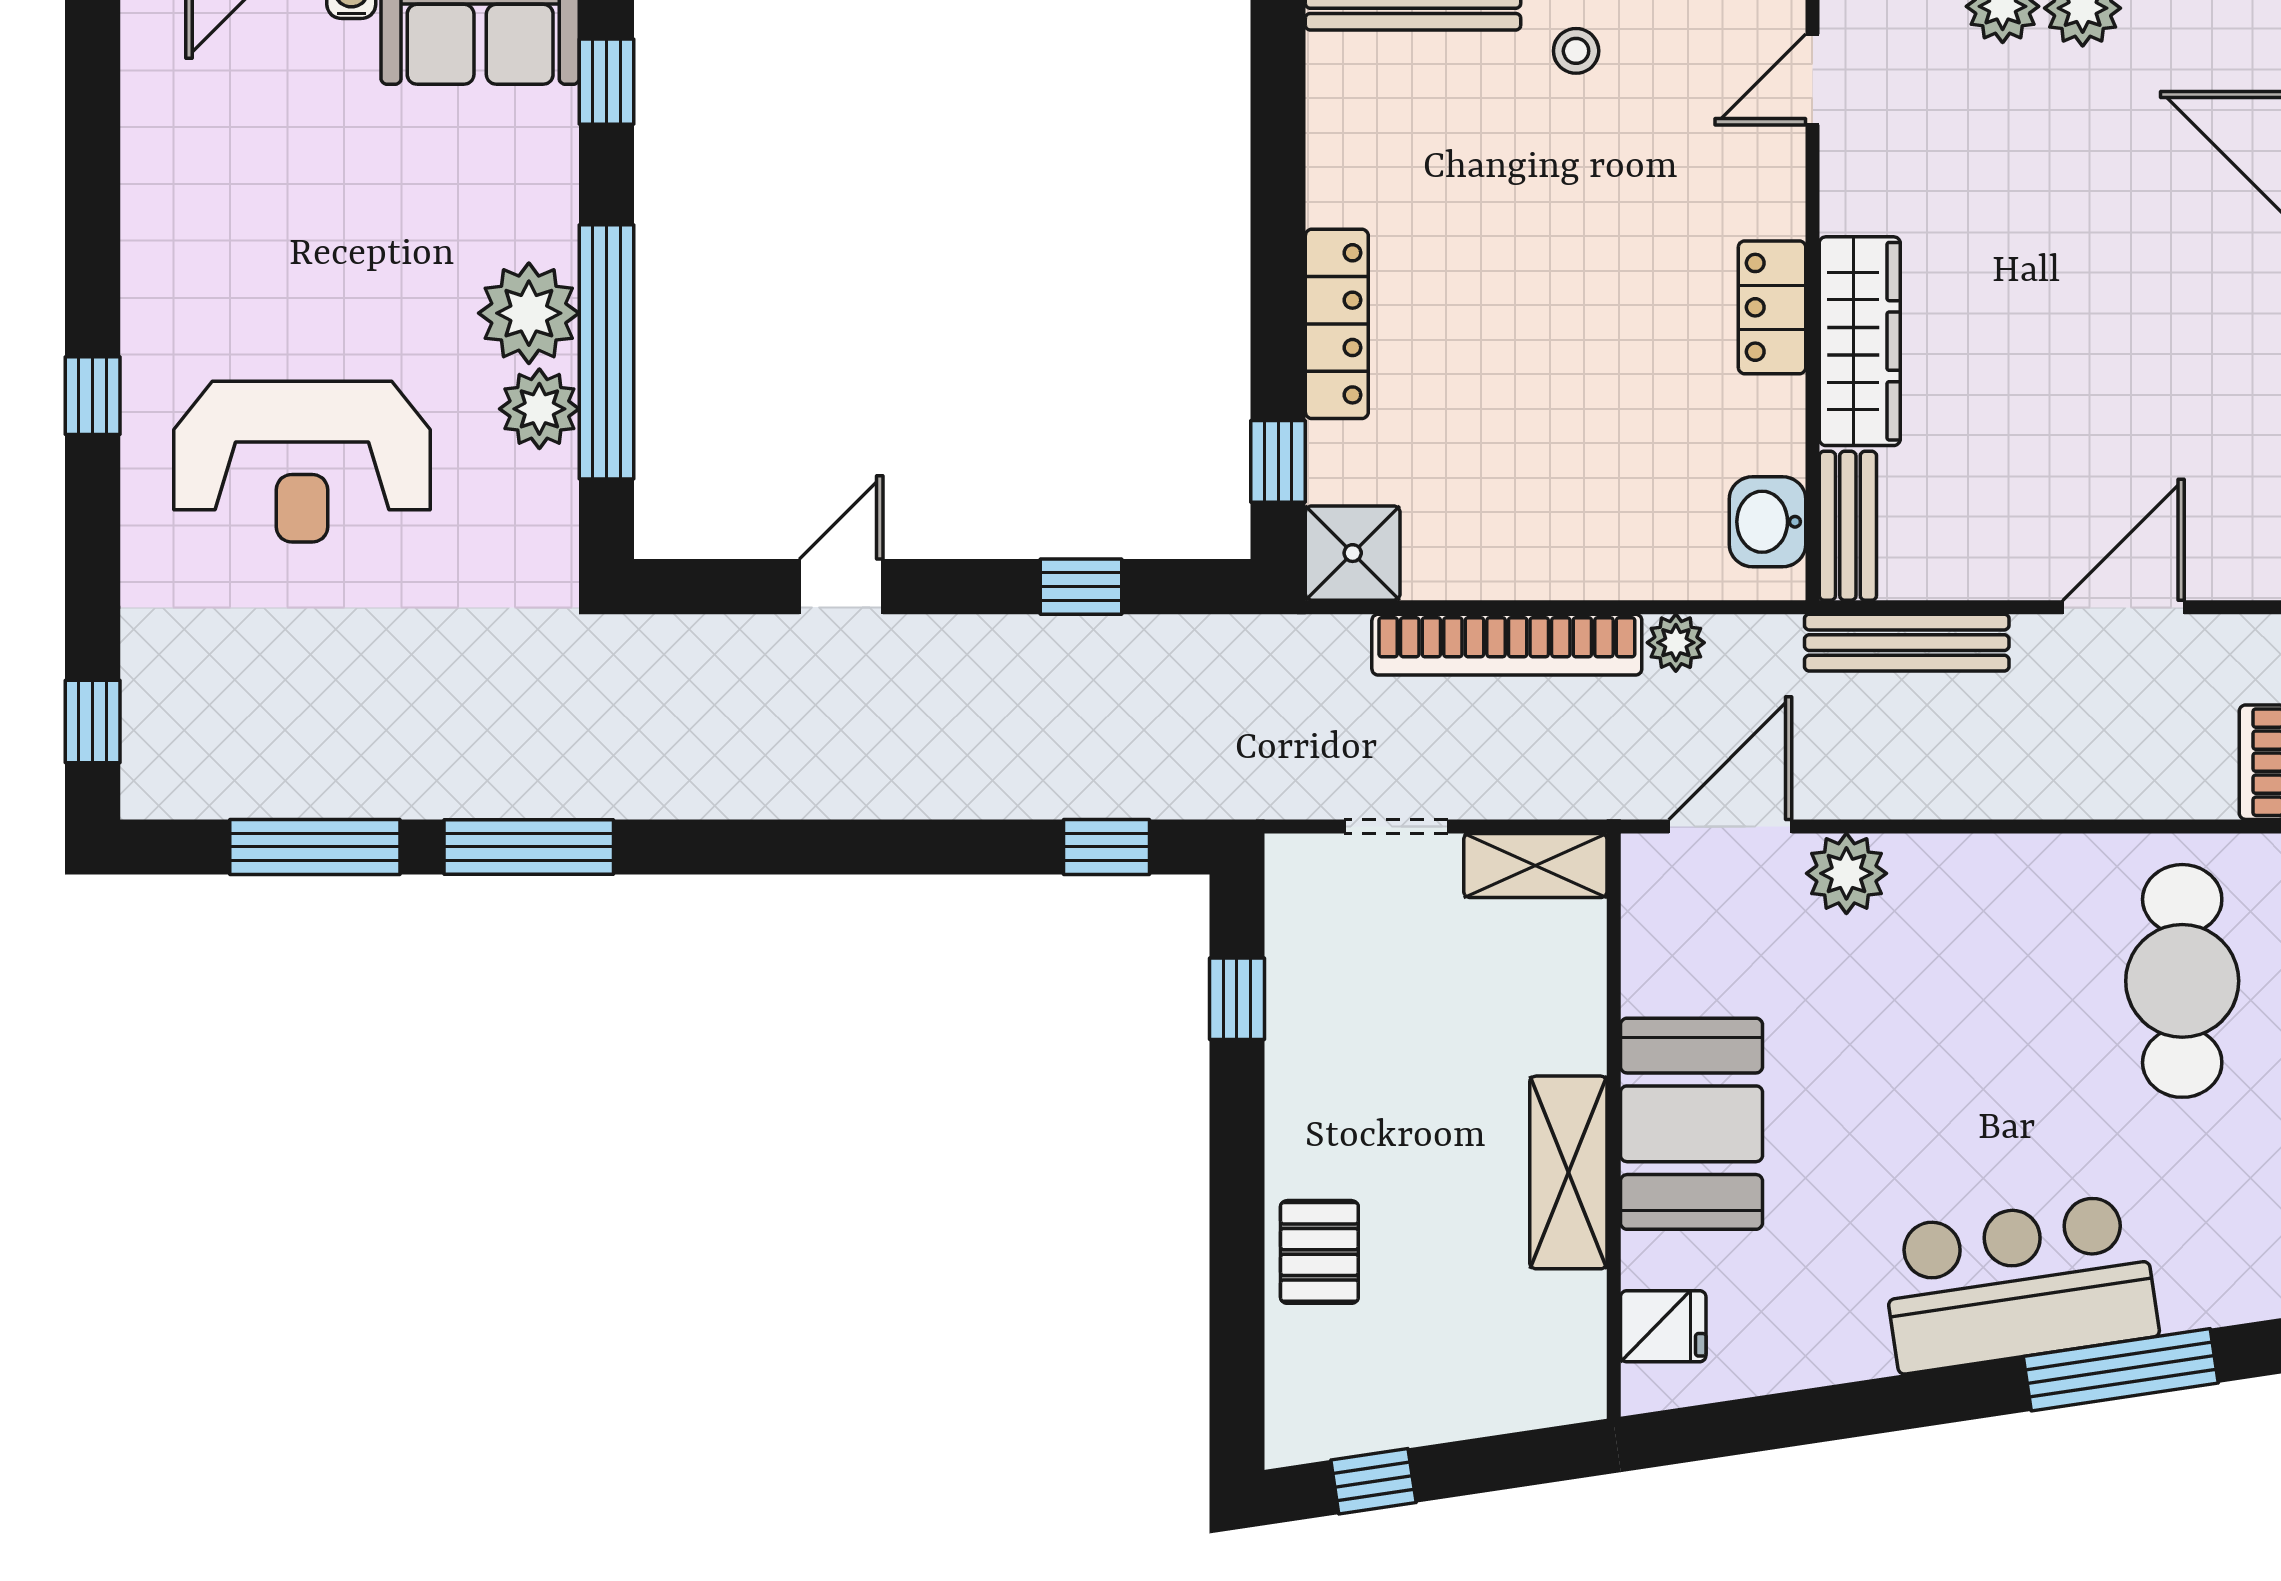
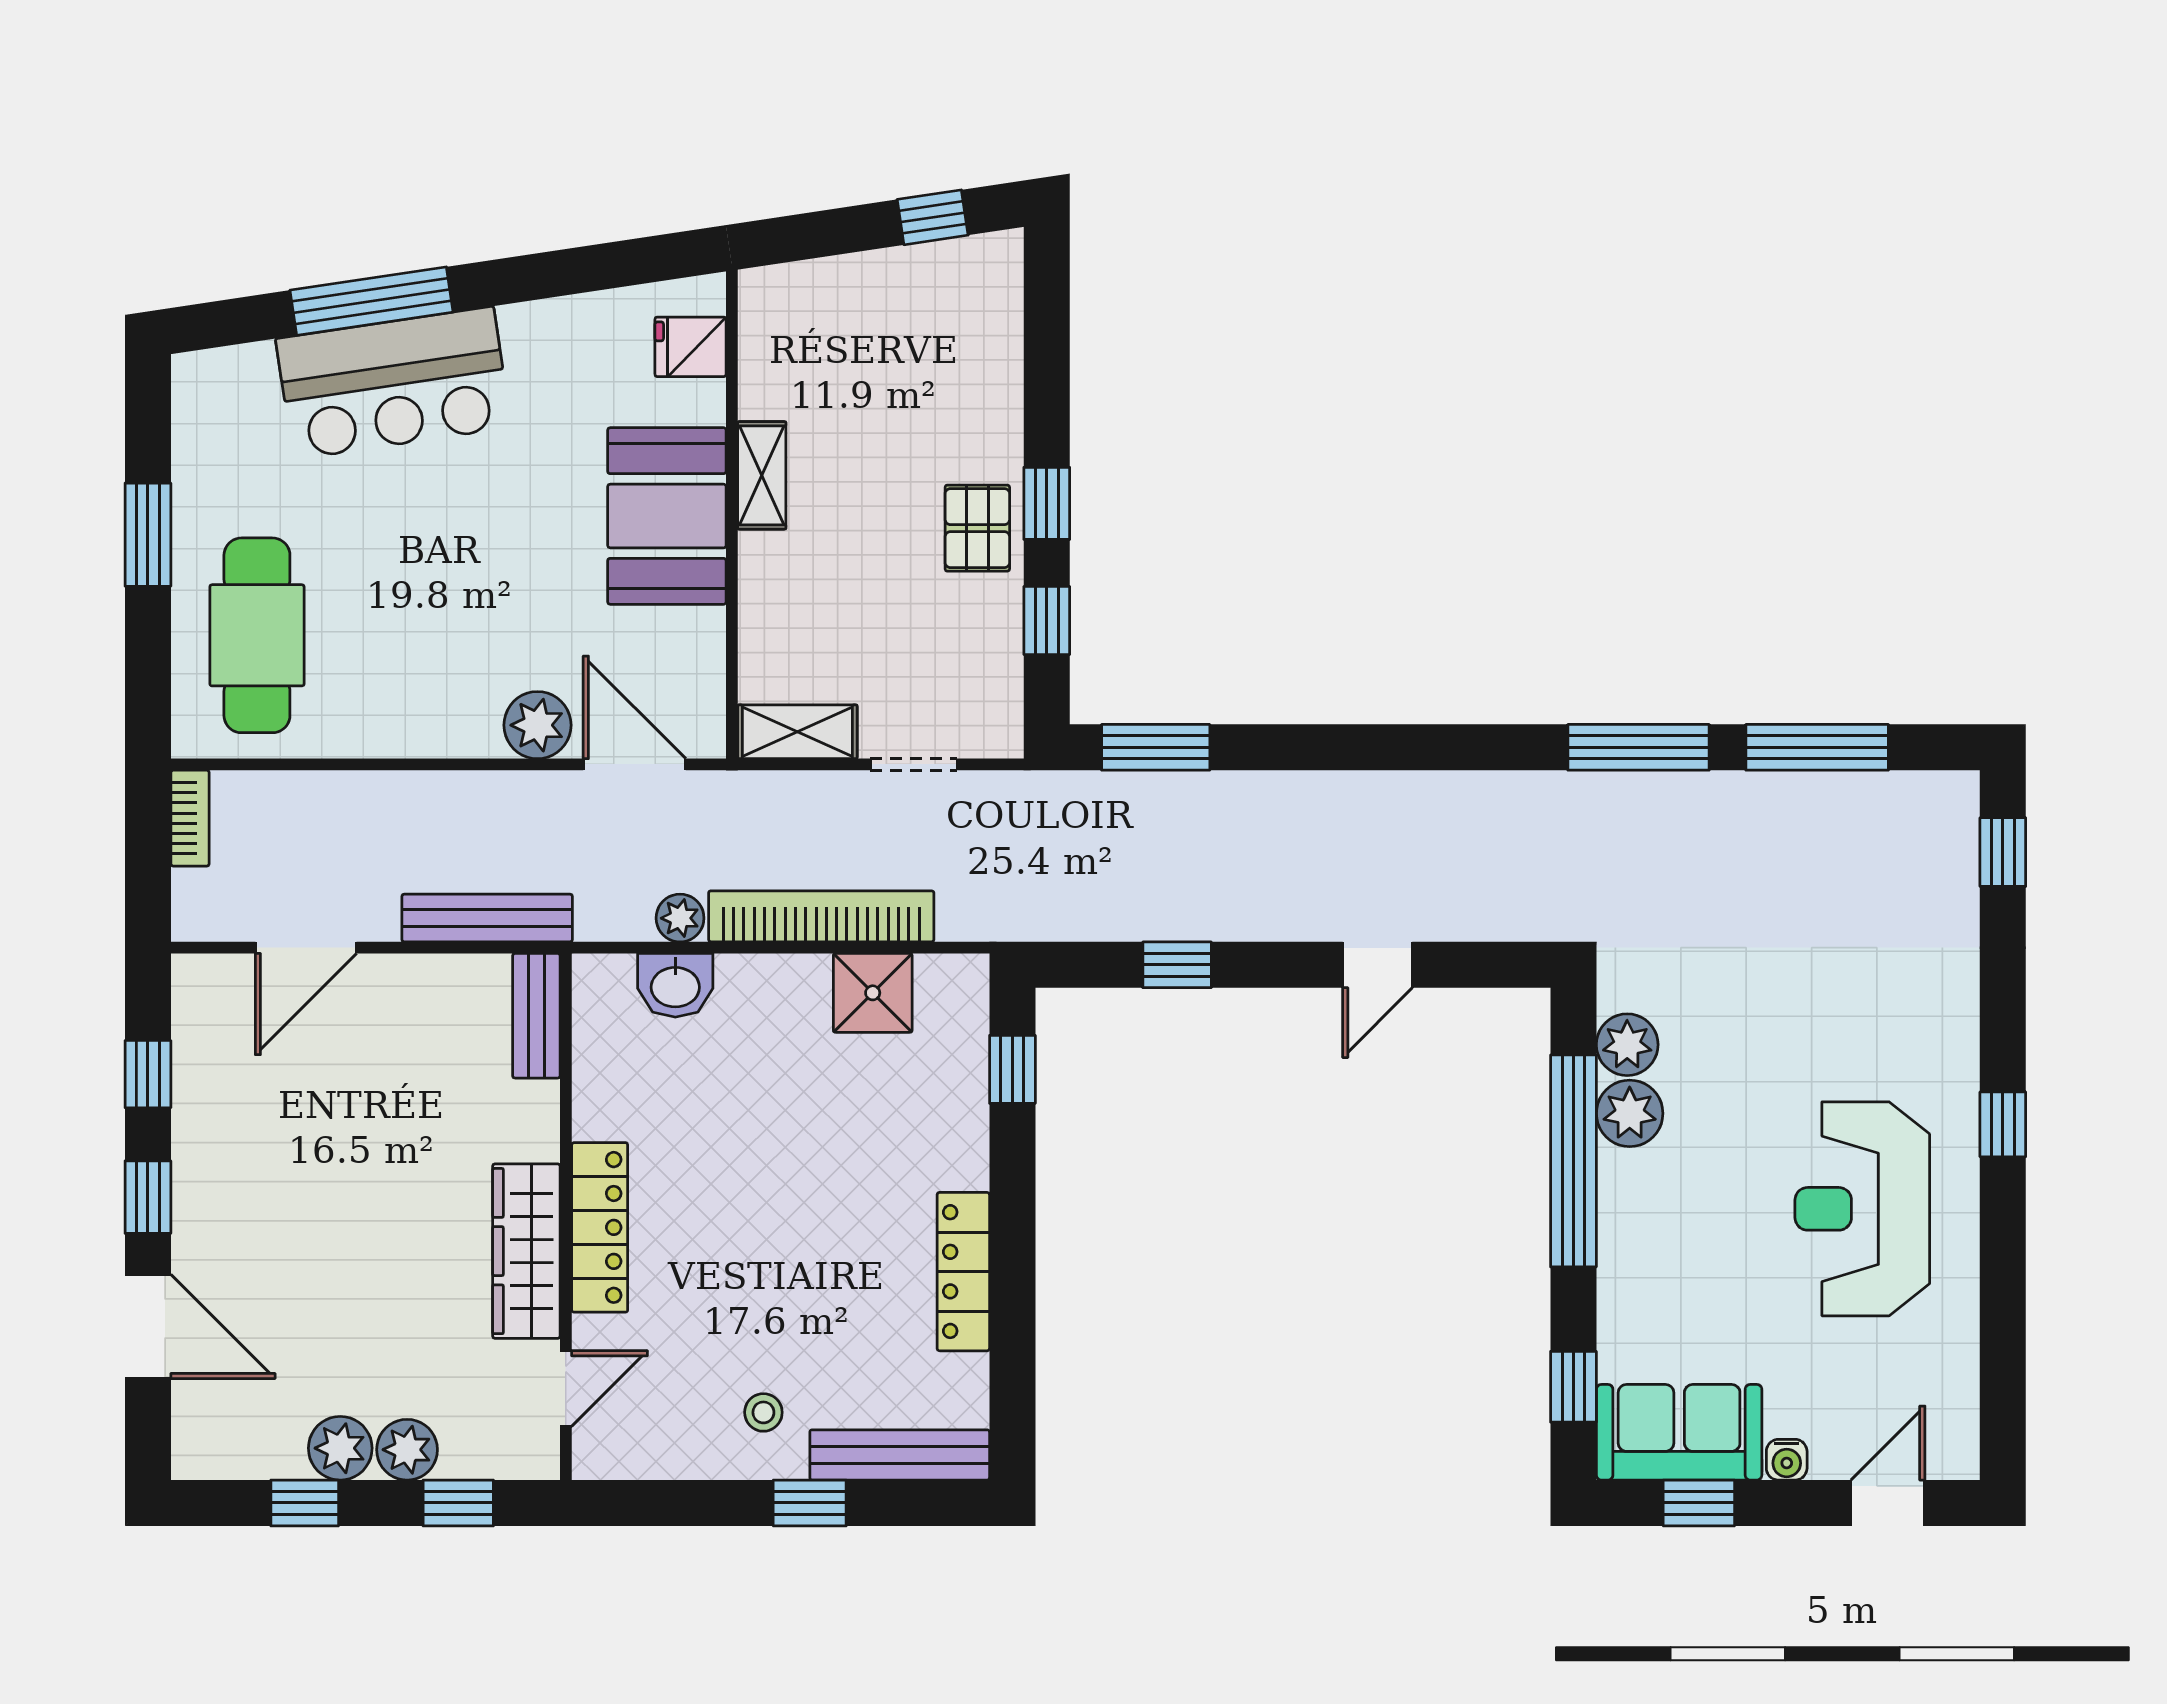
locker: (1772, 307) -> (600, 1227), width x1.53
plant: (529, 313) -> (1627, 1045), moved, width x0.73, depth x0.73
locker: (1337, 324) -> (963, 1272), moved
wardrobe: (1860, 341) -> (526, 1251), moved
reception desk: (302, 462) -> (1862, 1209), moved, turned -90
washbasin: (1767, 522) -> (675, 985), moved, turned 90
shower: (1353, 553) -> (873, 993), moved
door: (1730, 826) -> (635, 764), swing flipped
window: (1107, 847) -> (1156, 747), width x1.50
window: (1237, 1139) -> (1047, 503), added
shelving: (1568, 1172) -> (762, 475), width x0.67, depth x0.75
pallet: (1319, 1252) -> (977, 528), moved
window: (2121, 1370) -> (372, 301), moved

